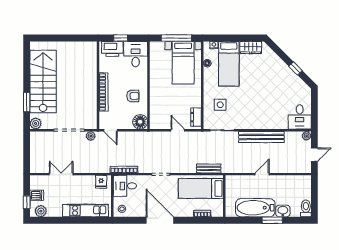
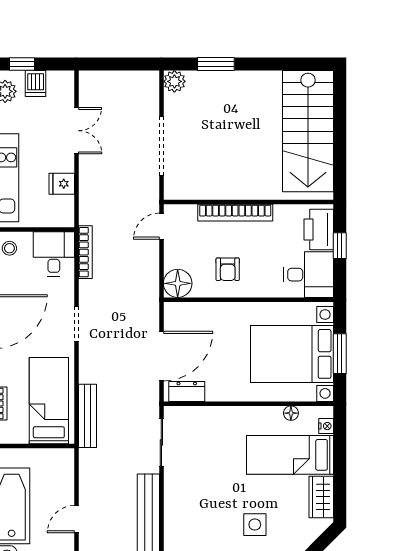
window: (176, 38) -> (340, 354), width x0.69
bed with nightstands: (183, 63) -> (292, 354), width x1.36
stairs: (43, 81) -> (308, 131), moved, turned 90
side table: (220, 105) -> (255, 525), moved
door: (178, 130) -> (161, 356), width x1.87
plant: (91, 136) -> (150, 188), removed
bench: (209, 168) -> (87, 416), width x1.36
door: (262, 174) -> (76, 519), swing flipped
fridge: (101, 182) -> (62, 184), moved

